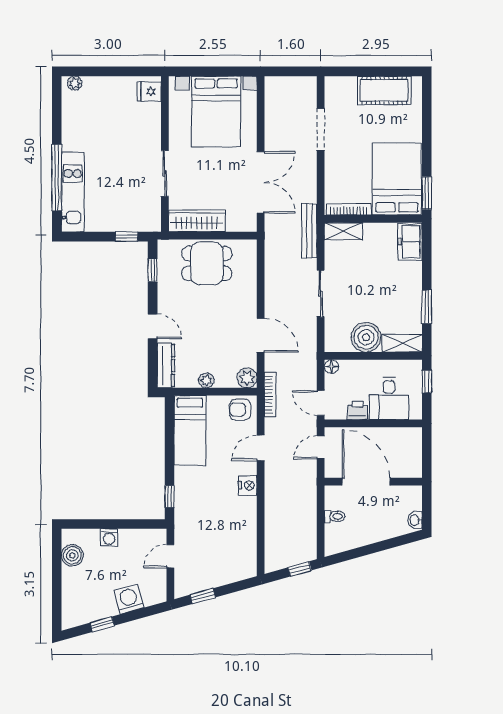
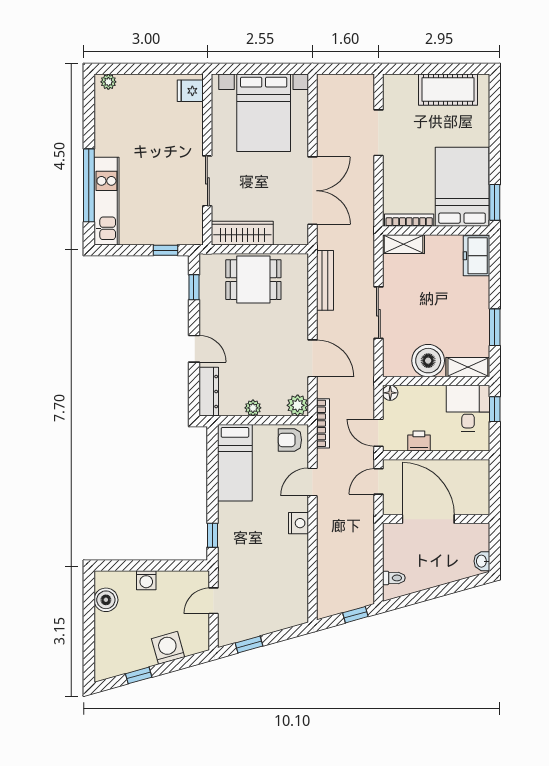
bench: (309, 231) -> (325, 280), moved
desk: (389, 398) -> (468, 408), moved, turned 180
toilet: (335, 516) -> (394, 578), moved

